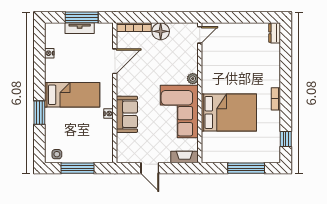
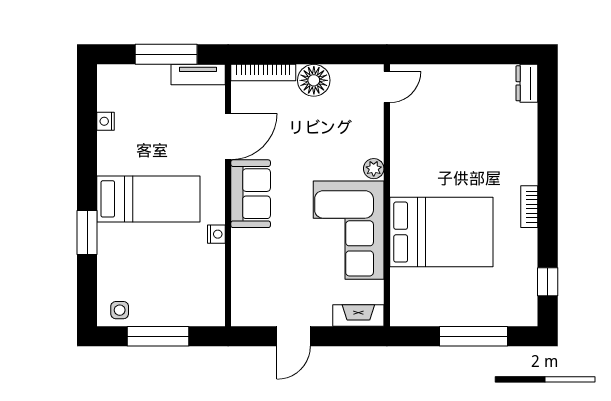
tv unit: (80, 28) -> (198, 75), moved
sofa: (127, 114) -> (251, 194), moved
door: (150, 168) -> (294, 336), hinge flipped

